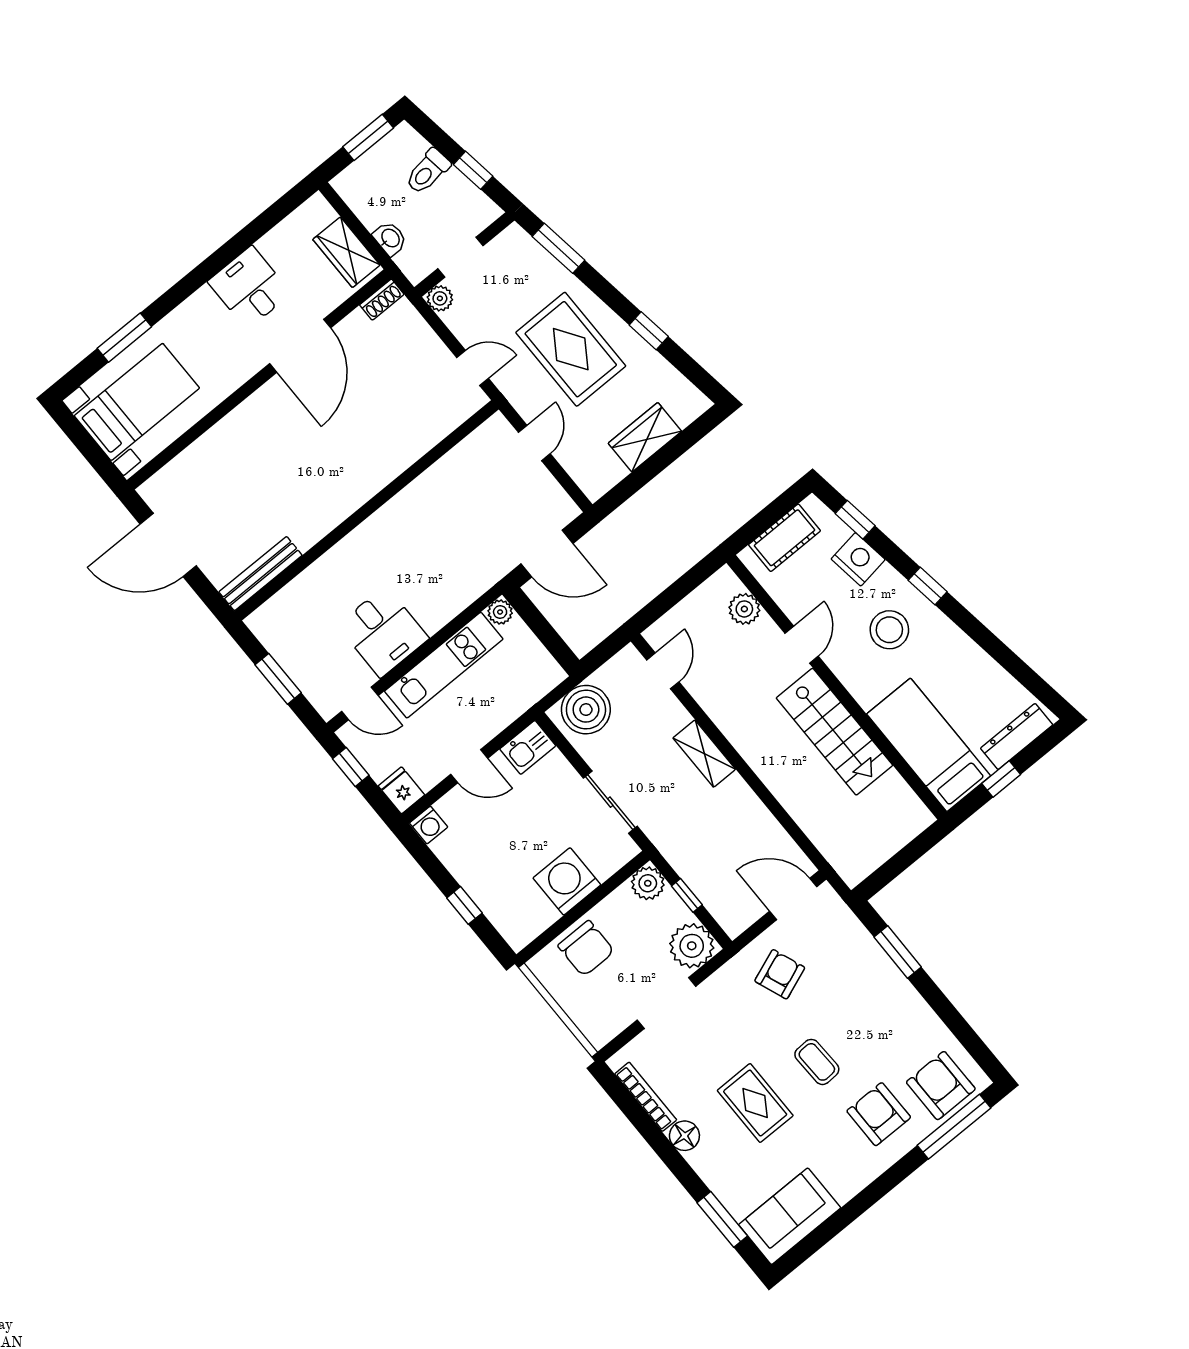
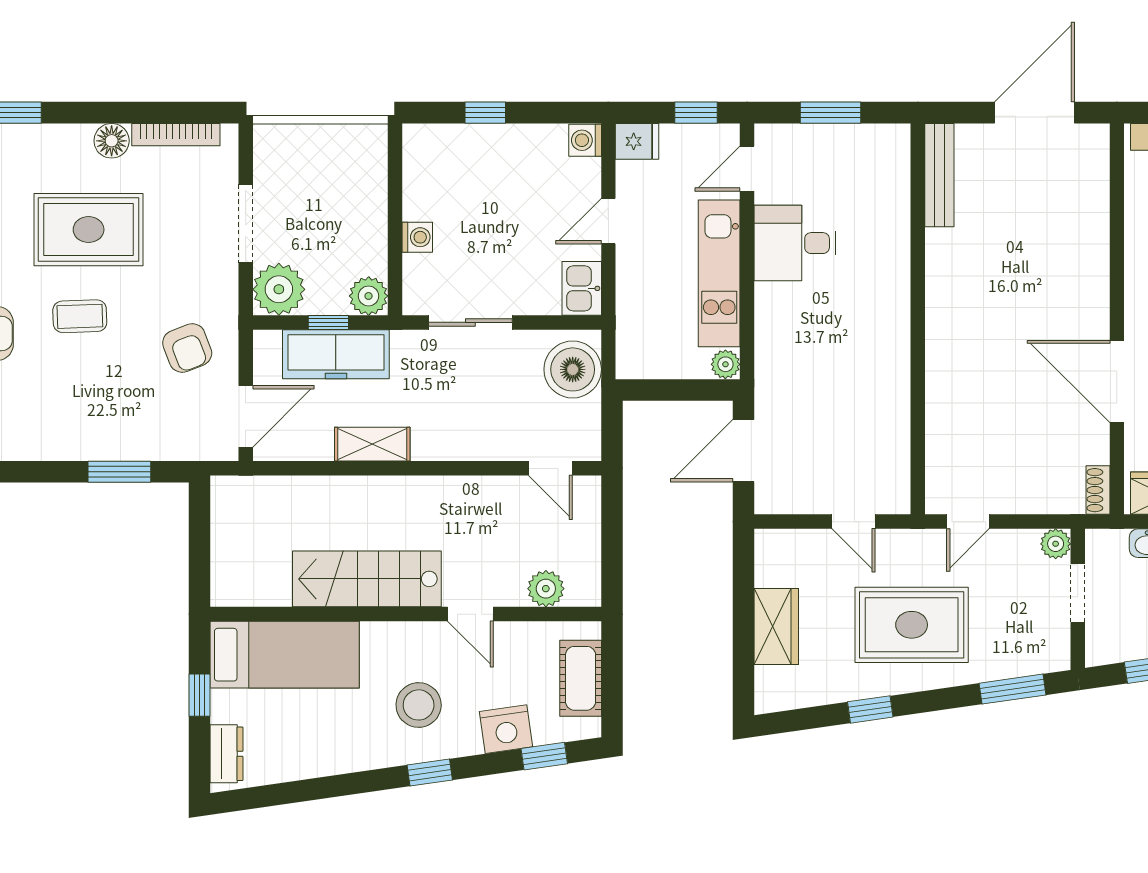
dresser: (1017, 736) -> (227, 754), width x0.70
shelving: (704, 754) -> (372, 444), moved
freezer: (704, 873) -> (336, 354), added
washing machine: (567, 881) -> (417, 237), width x0.53, depth x0.53
chair: (586, 948) -> (355, 191), removed
rug: (755, 1103) -> (89, 230), width x1.36, depth x1.43

